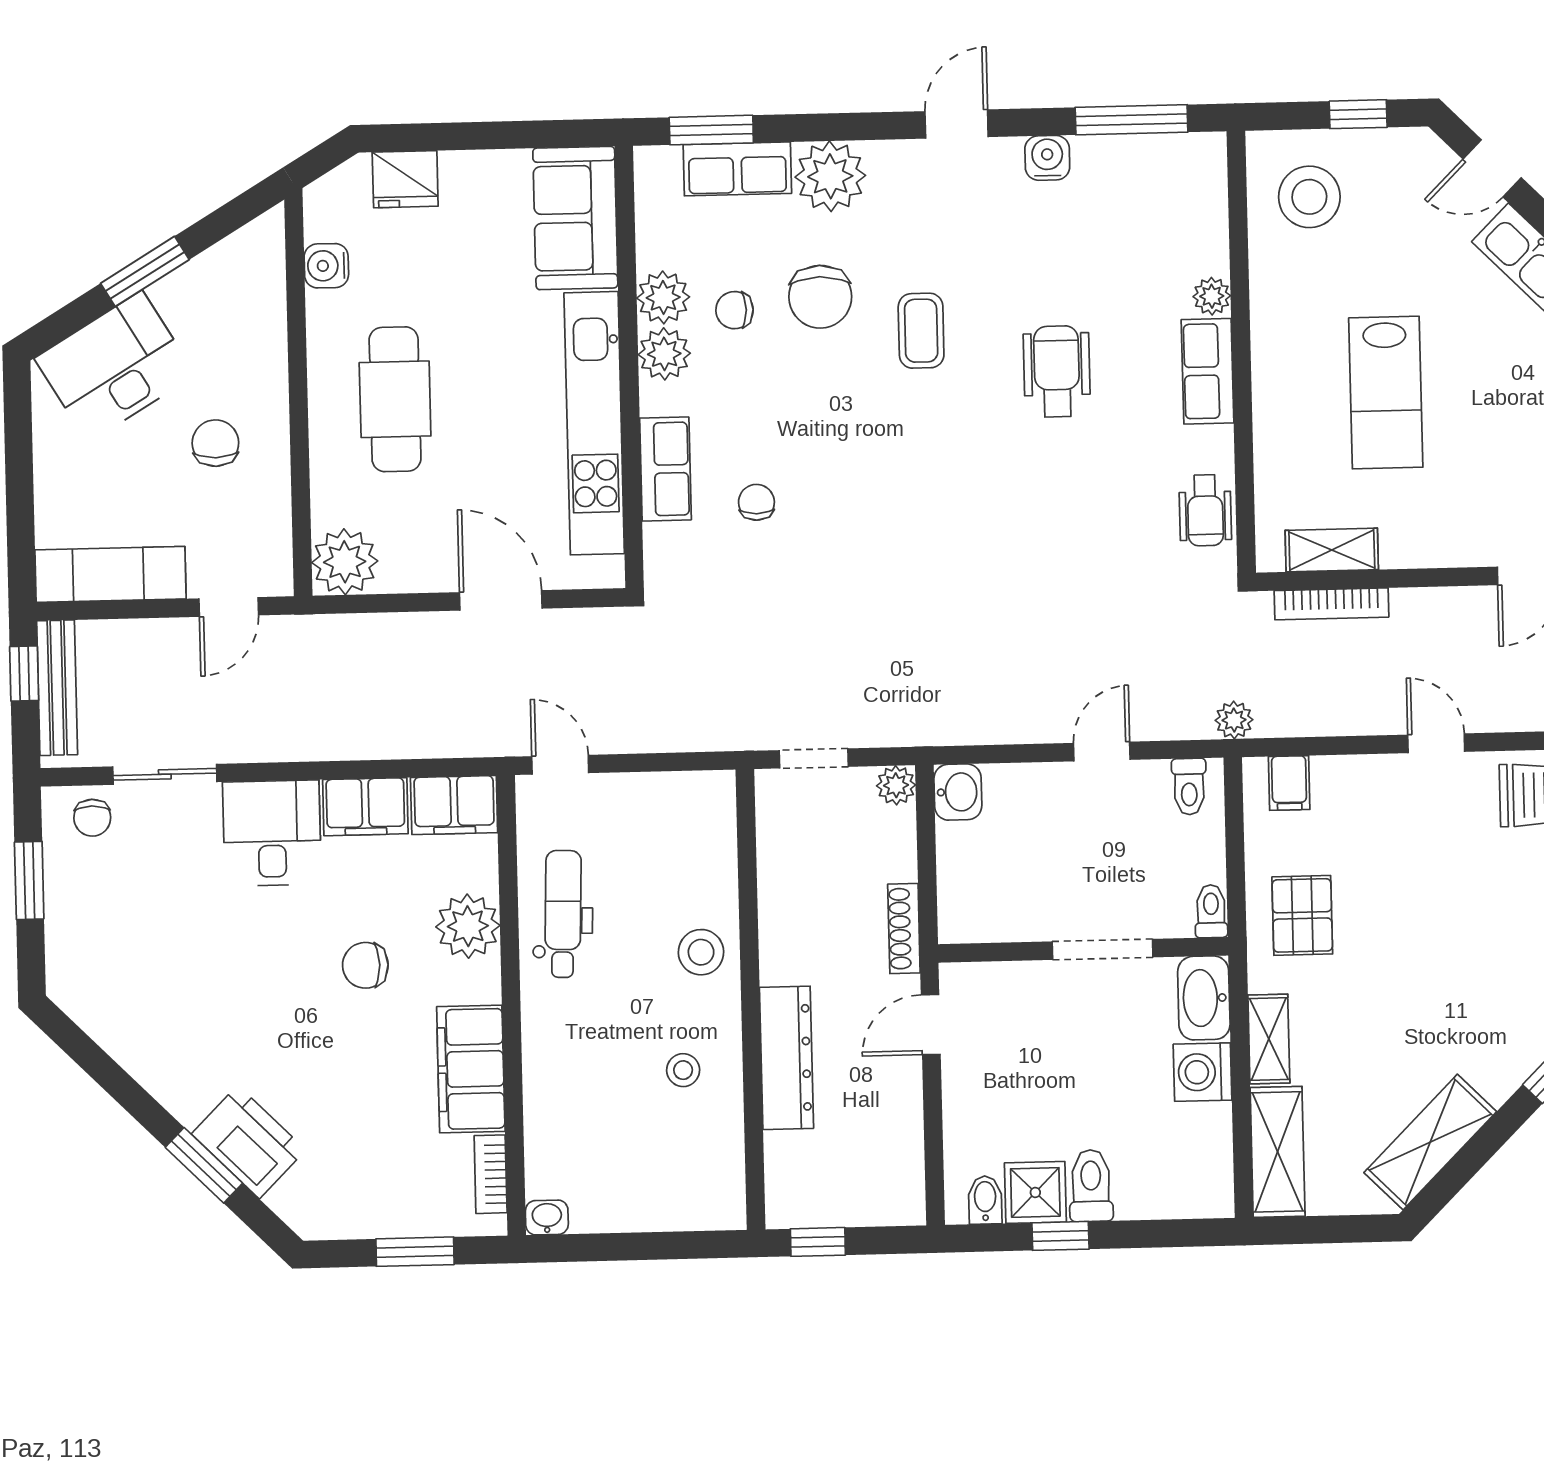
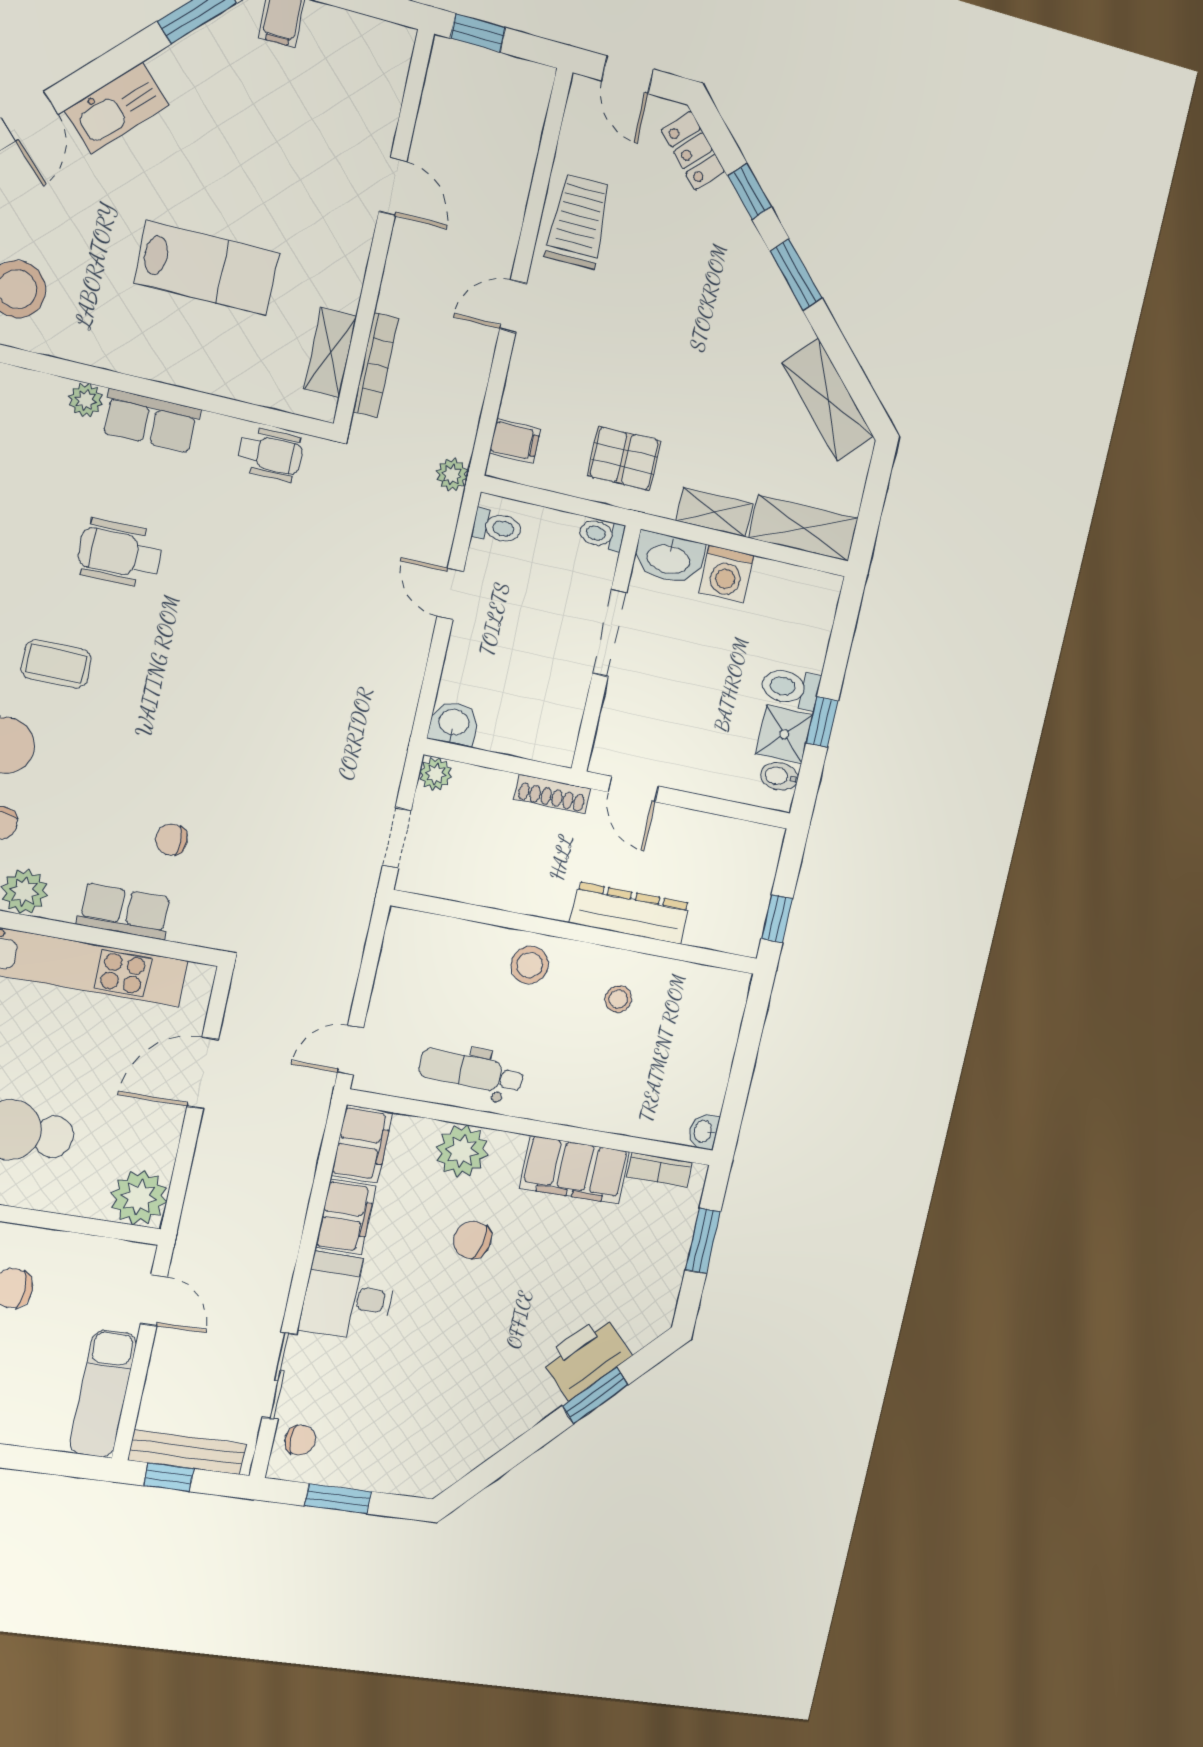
chair: (365, 965) -> (472, 1240), turned 103

